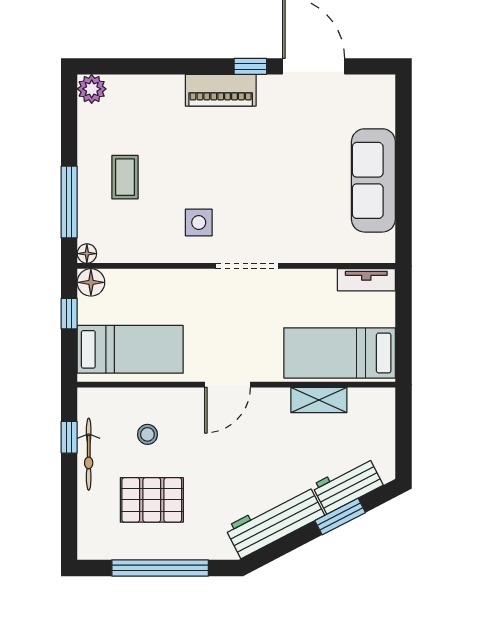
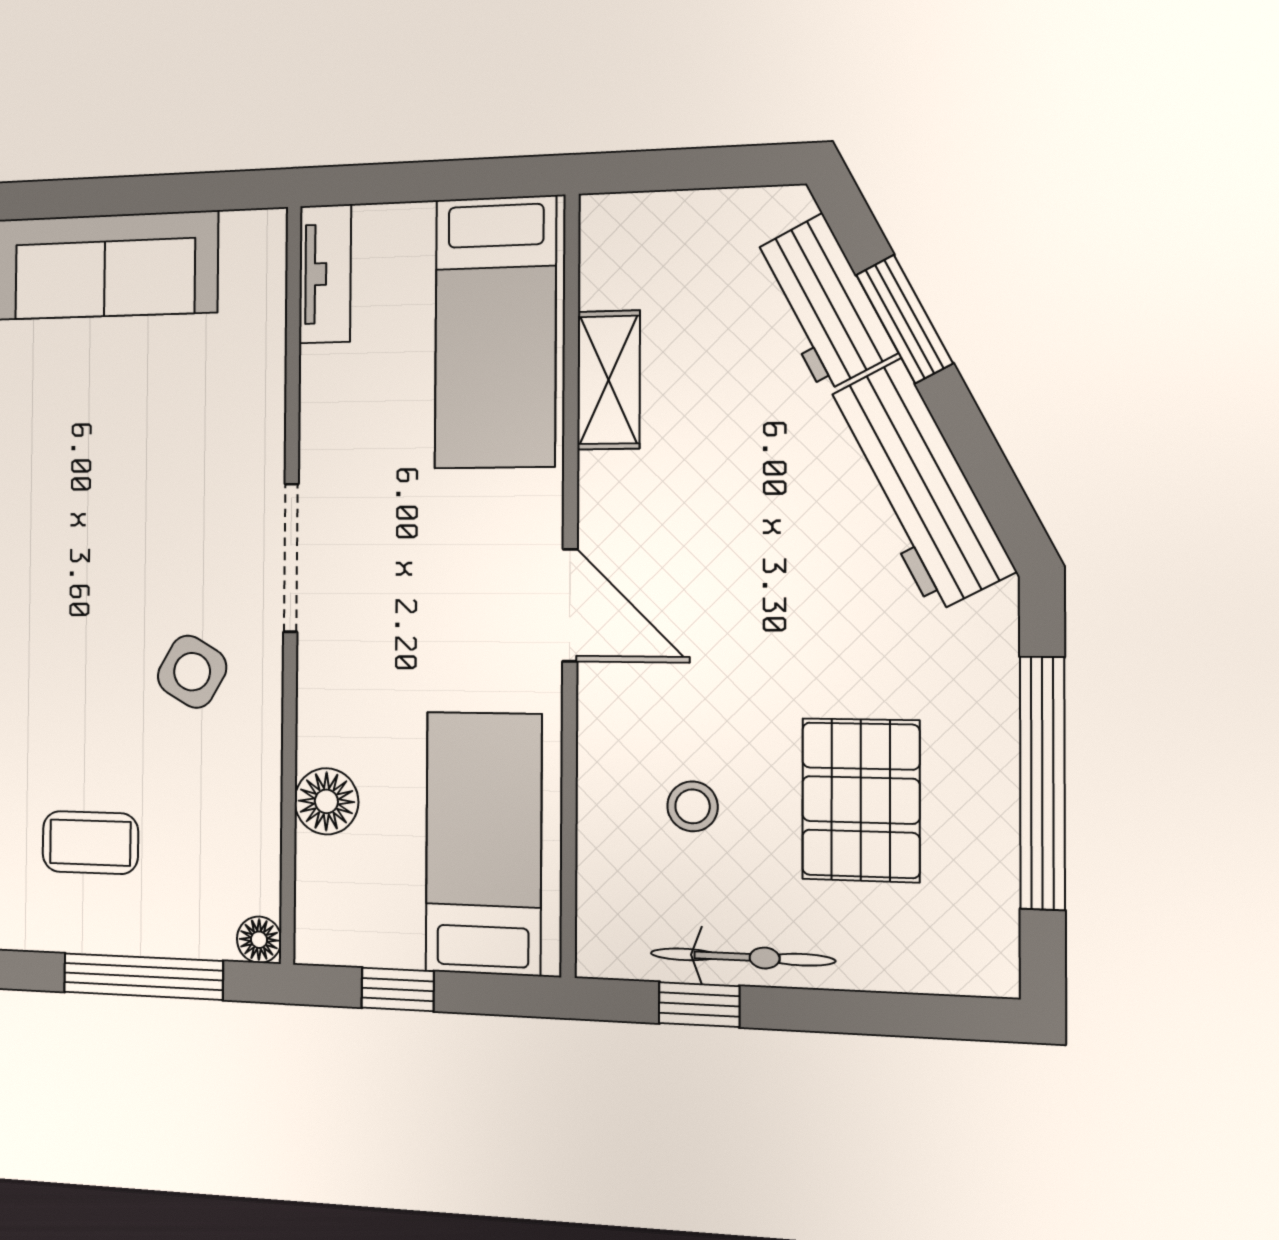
side table: (199, 223) -> (192, 672), turned 30
floor lamp: (91, 282) -> (326, 801), moved

